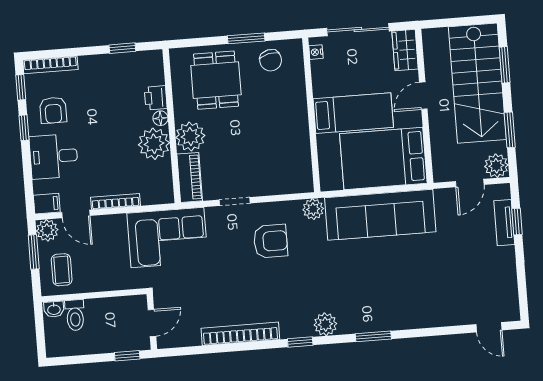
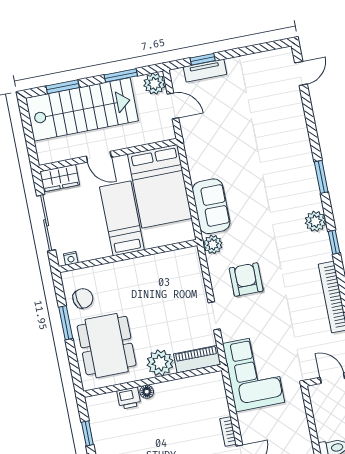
dining table: (216, 80) -> (107, 346), width x1.38
plant: (154, 144) -> (170, 395), removed
bookcase: (115, 202) -> (228, 431), width x0.64
sofa: (380, 215) -> (211, 206), width x0.54, depth x0.79

